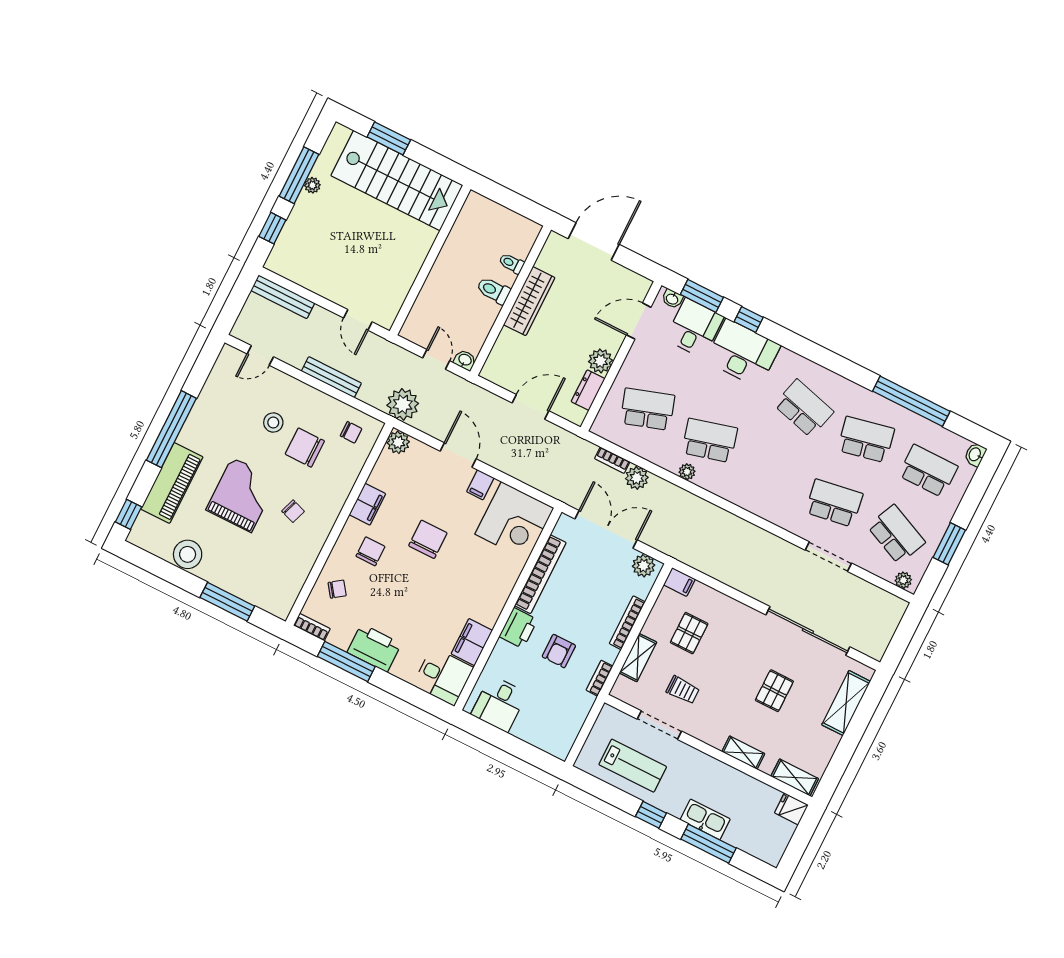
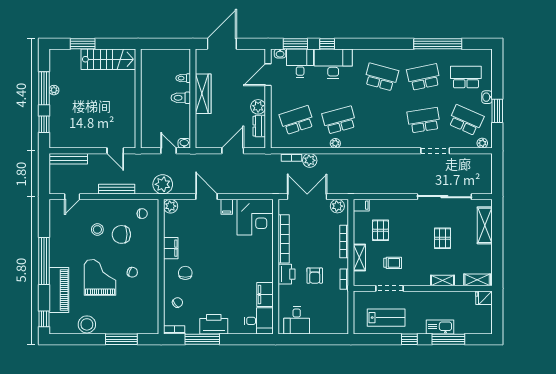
stairs: (397, 180) -> (108, 59), width x0.73, depth x0.66
washbasin: (975, 455) -> (487, 97), moved
chair: (428, 539) -> (213, 251), removed

